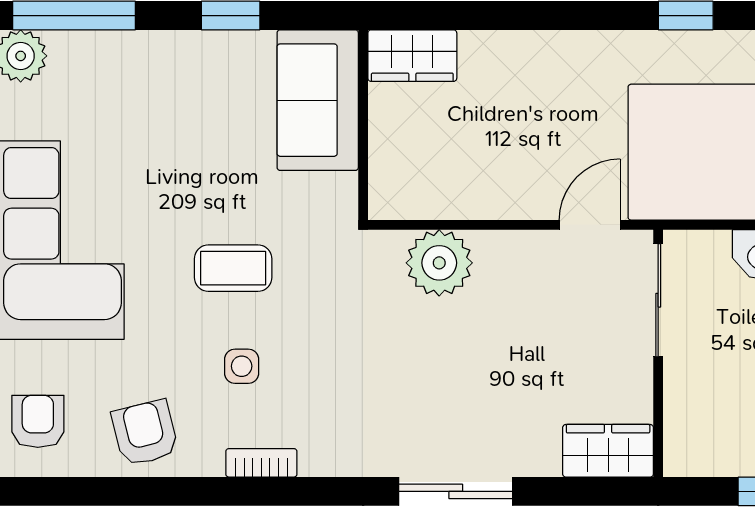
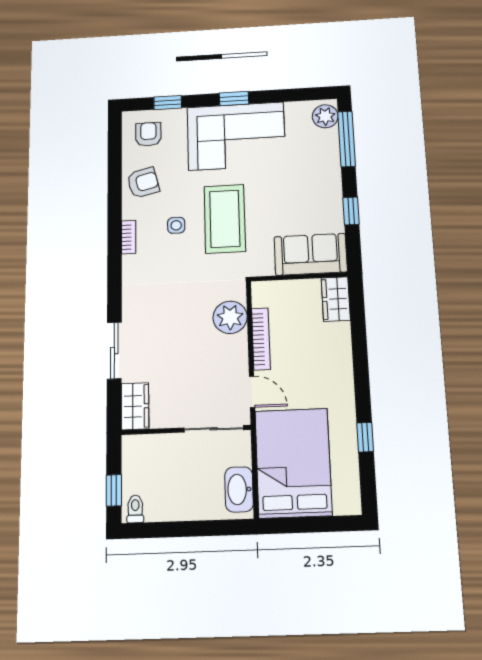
bookcase: (486, 204) -> (261, 339), added
coffee table: (233, 268) -> (225, 219), width x1.86, depth x1.72
armchair: (38, 421) -> (148, 134), turned -90
sliding door: (456, 491) -> (114, 351), moved

